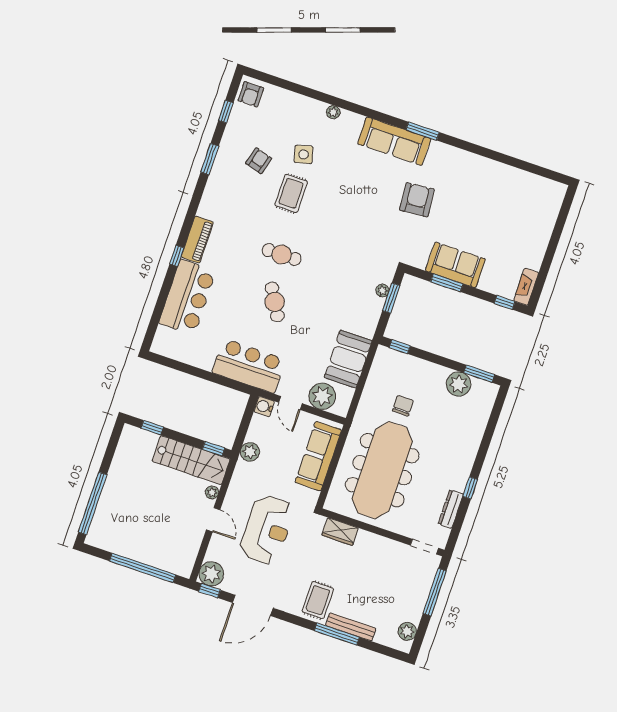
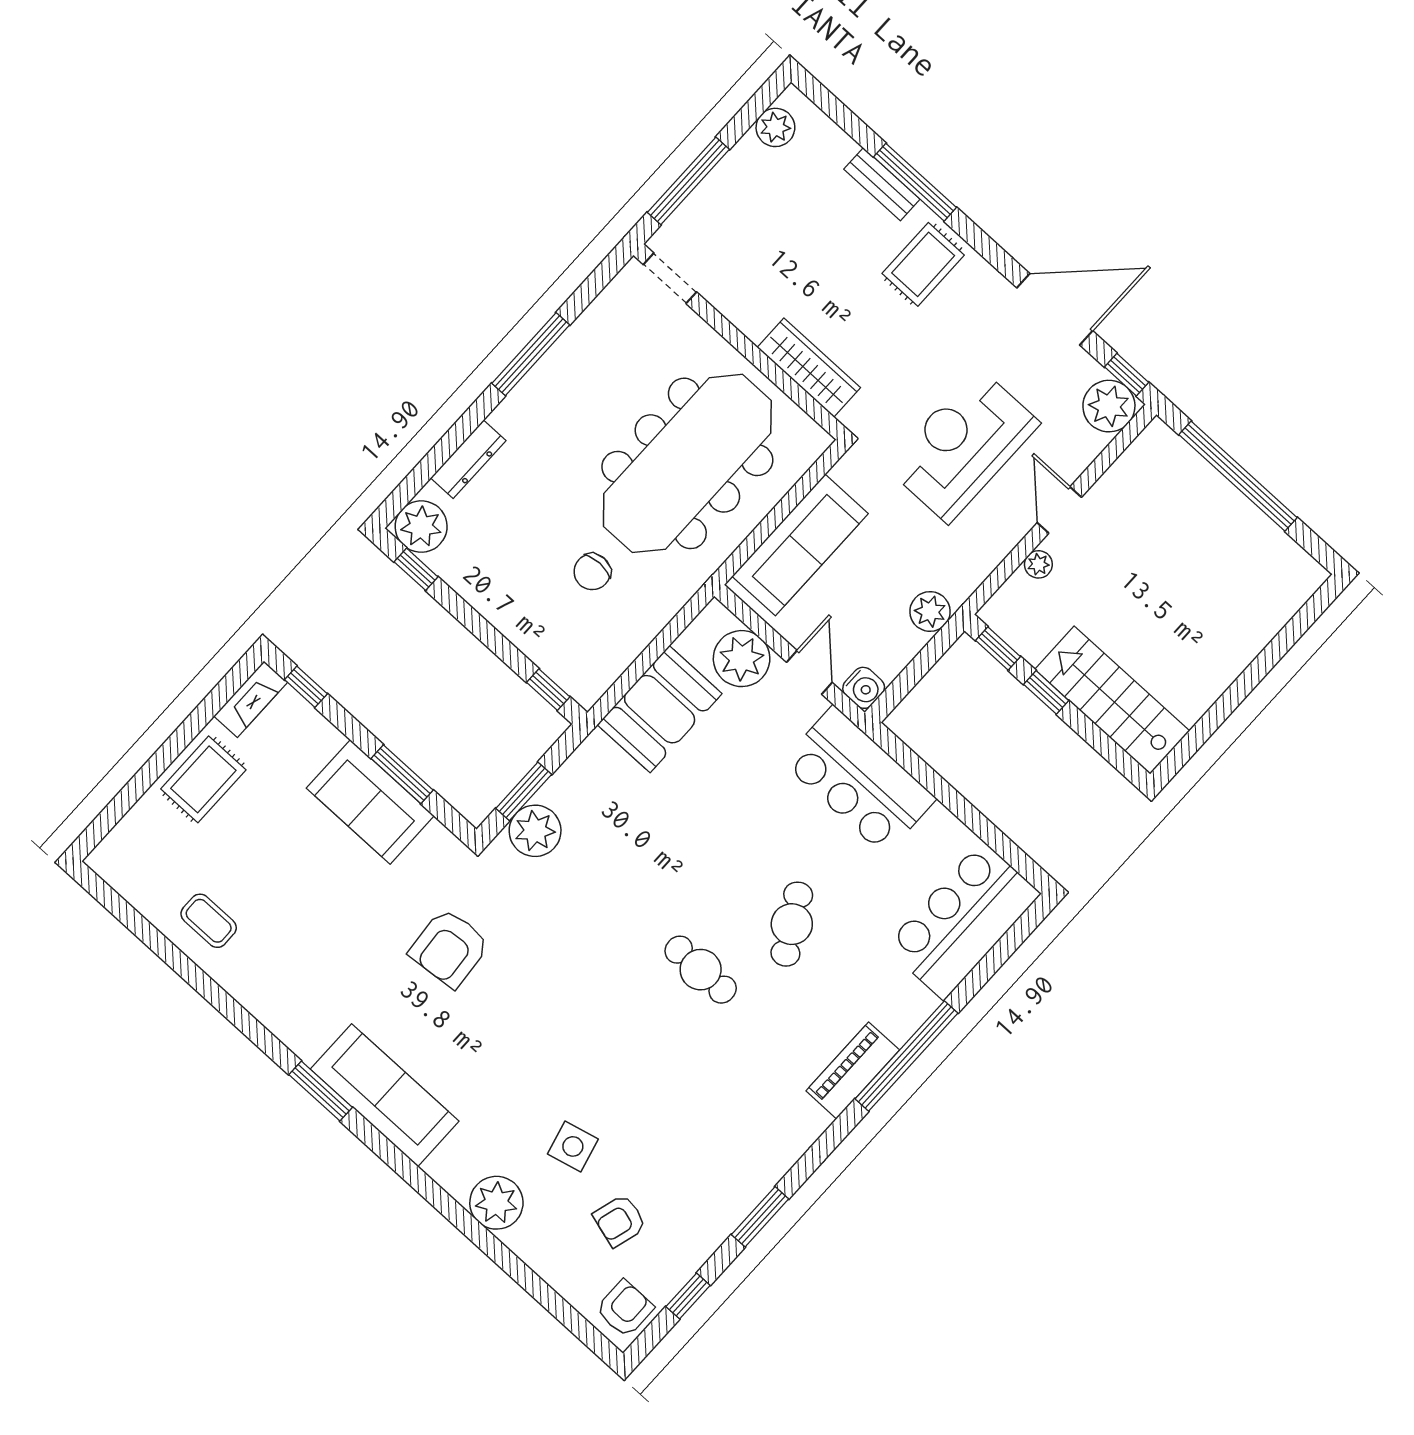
plant: (333, 112) -> (496, 1203), width x1.88, depth x1.88
armchair: (259, 161) -> (620, 1221), moved
coffee table: (503, 183) -> (209, 921), added
rug: (291, 193) -> (203, 779), moved
armchair: (417, 200) -> (449, 948), moved
window: (177, 256) -> (906, 1056), width x3.17
plant: (382, 291) -> (535, 831), width x1.87, depth x1.87
bar counter: (187, 297) -> (963, 920), moved
cafe table: (275, 302) -> (792, 924), moved
window: (479, 374) -> (416, 569), width x0.67
plant: (459, 384) -> (421, 527), moved
window: (152, 428) -> (1046, 692), moved
stairs: (191, 460) -> (1112, 700), moved
window: (470, 488) -> (531, 354), width x2.17
window: (93, 503) -> (1281, 644), removed
dresser: (451, 509) -> (468, 459), moved
wardrobe: (340, 532) -> (809, 368), width x1.50
bench: (351, 627) -> (882, 184), width x0.73

